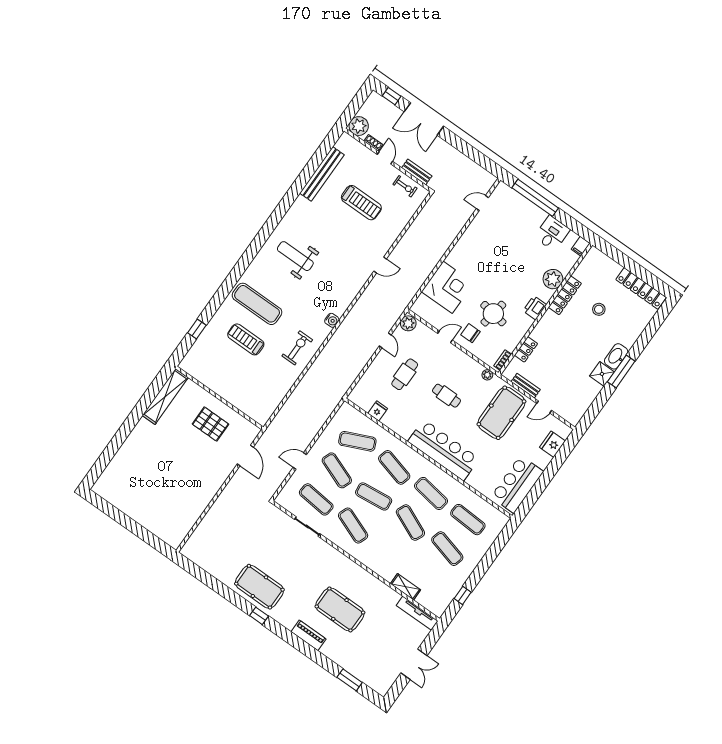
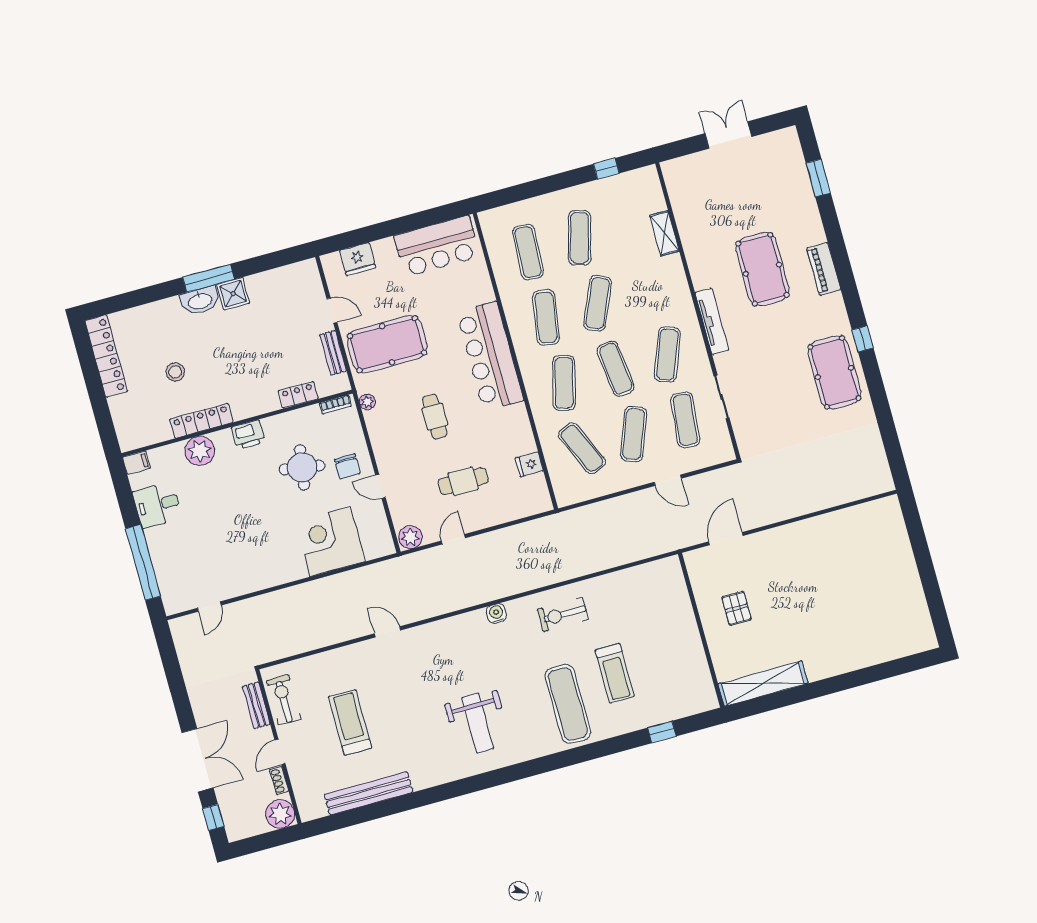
exercise bike: (405, 186) -> (284, 700), width x1.38, depth x1.39
door: (482, 203) -> (209, 607), hinge flipped
pallet: (210, 424) -> (737, 608), width x0.67, depth x0.71
tv unit: (417, 613) -> (712, 321), moved

